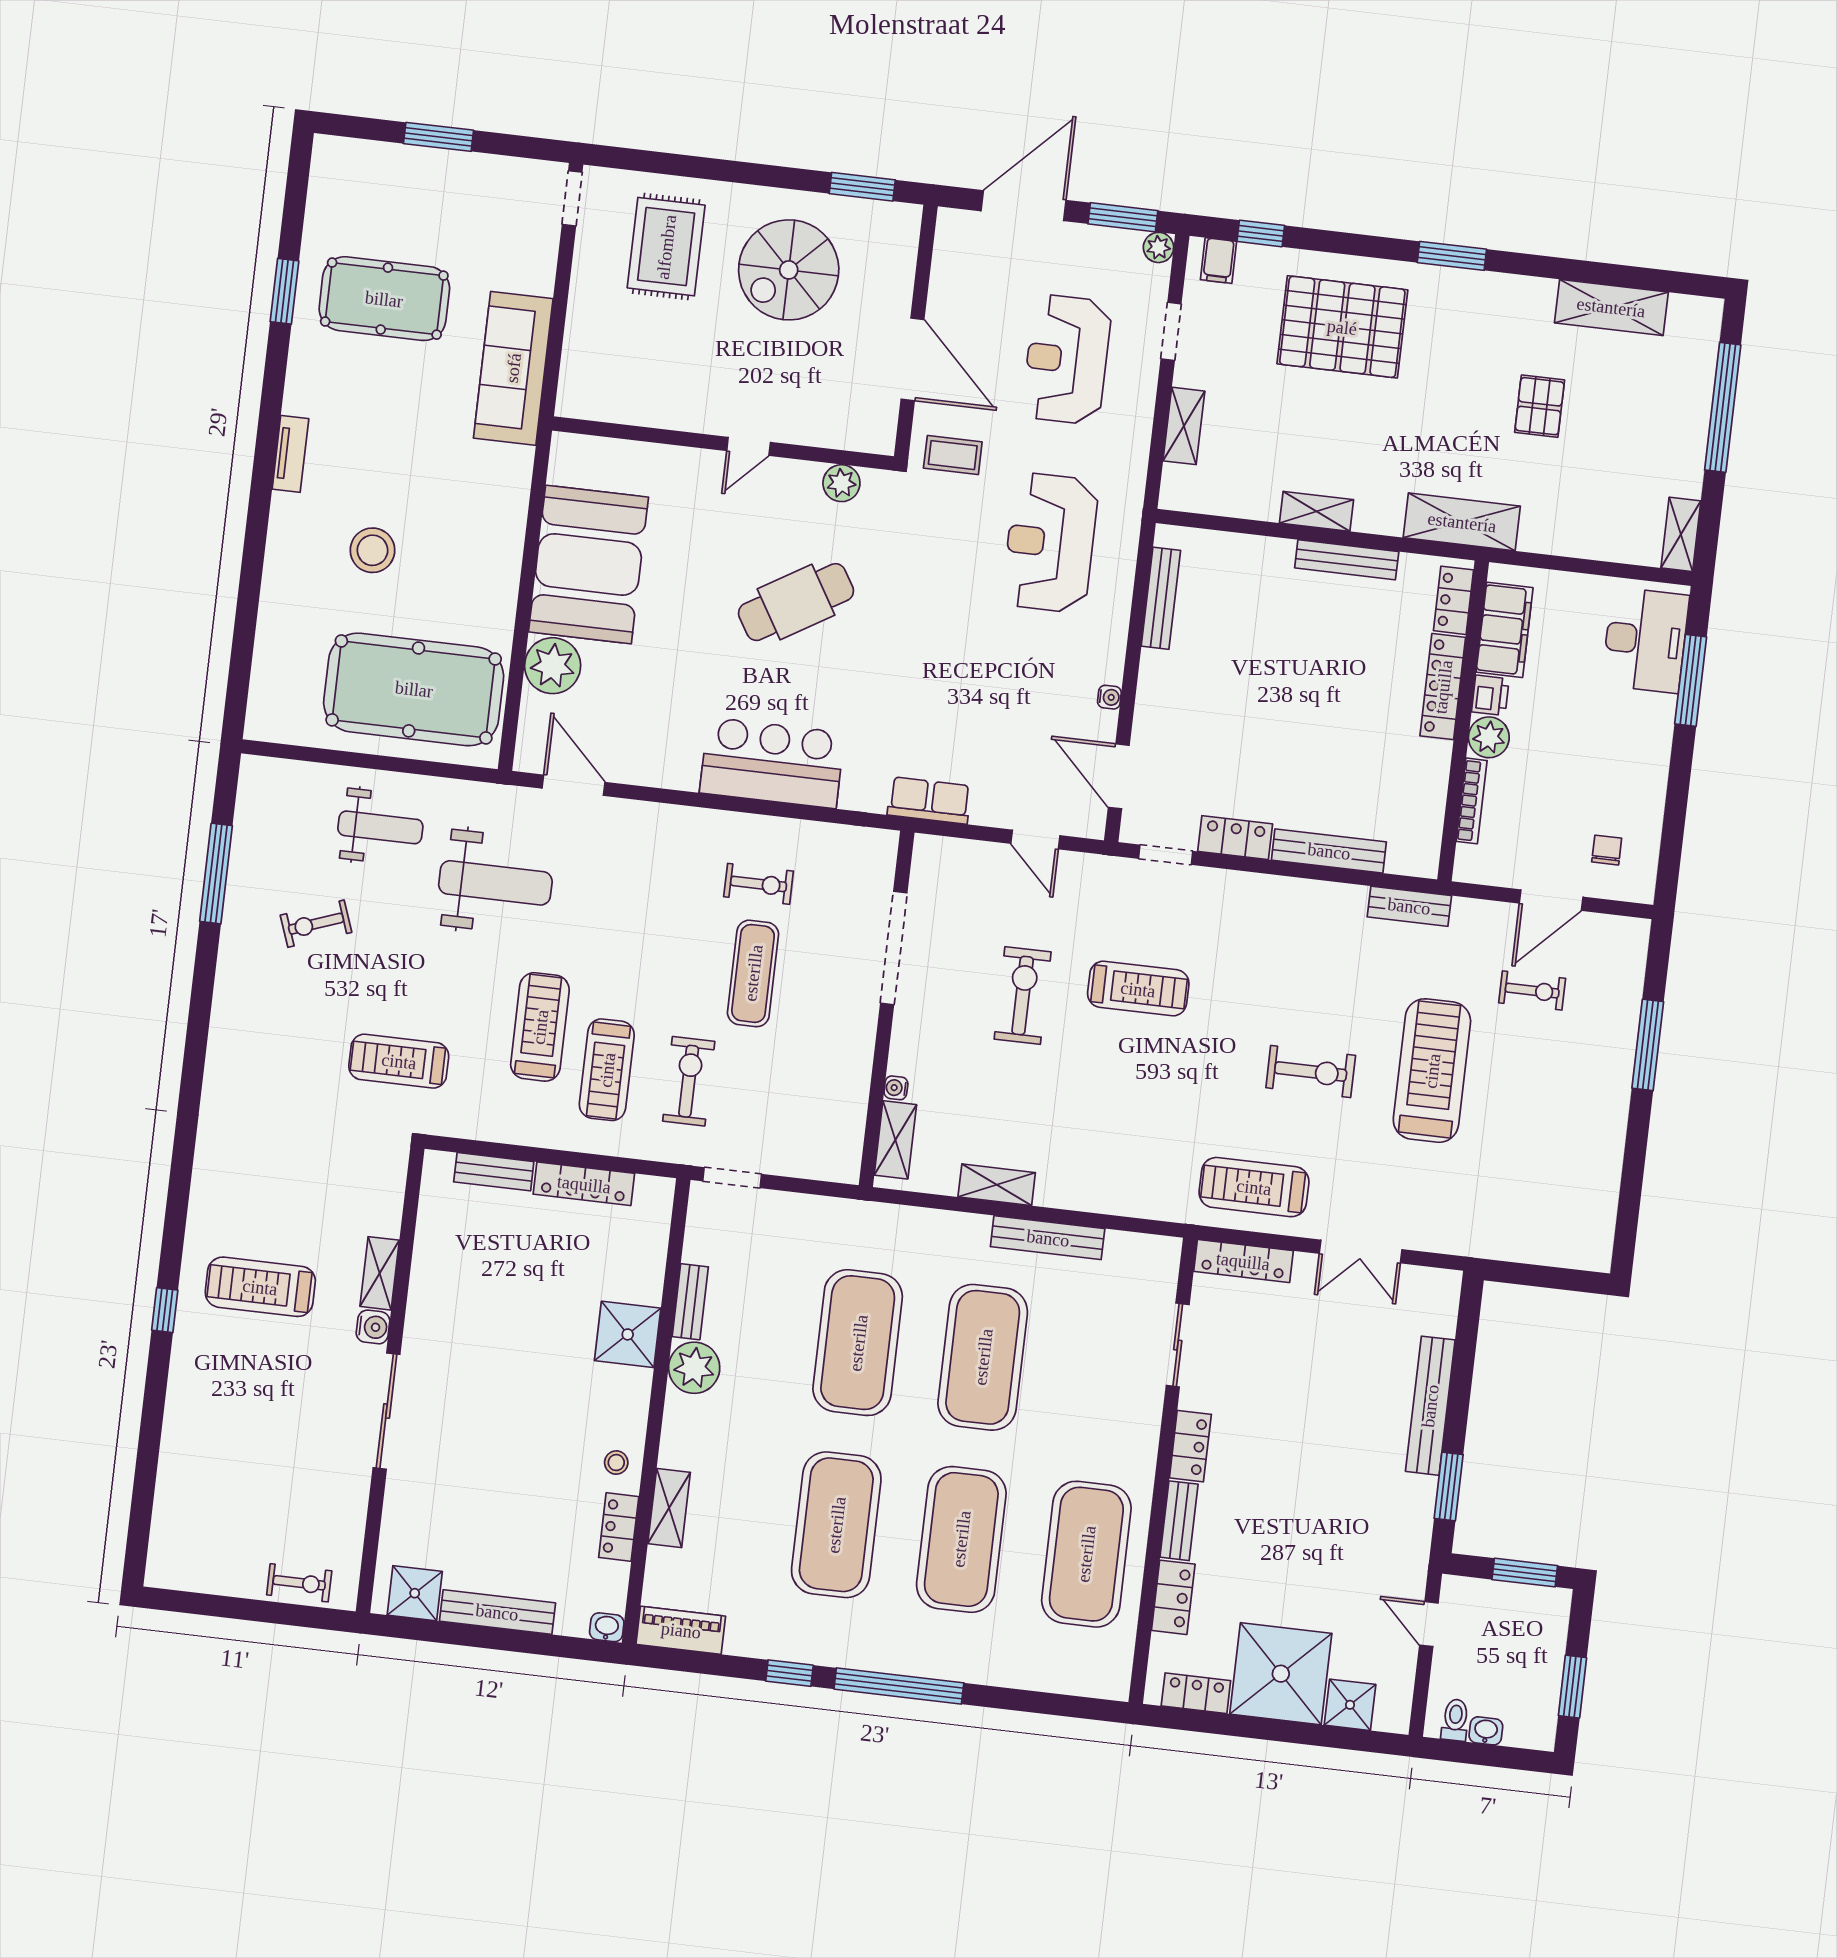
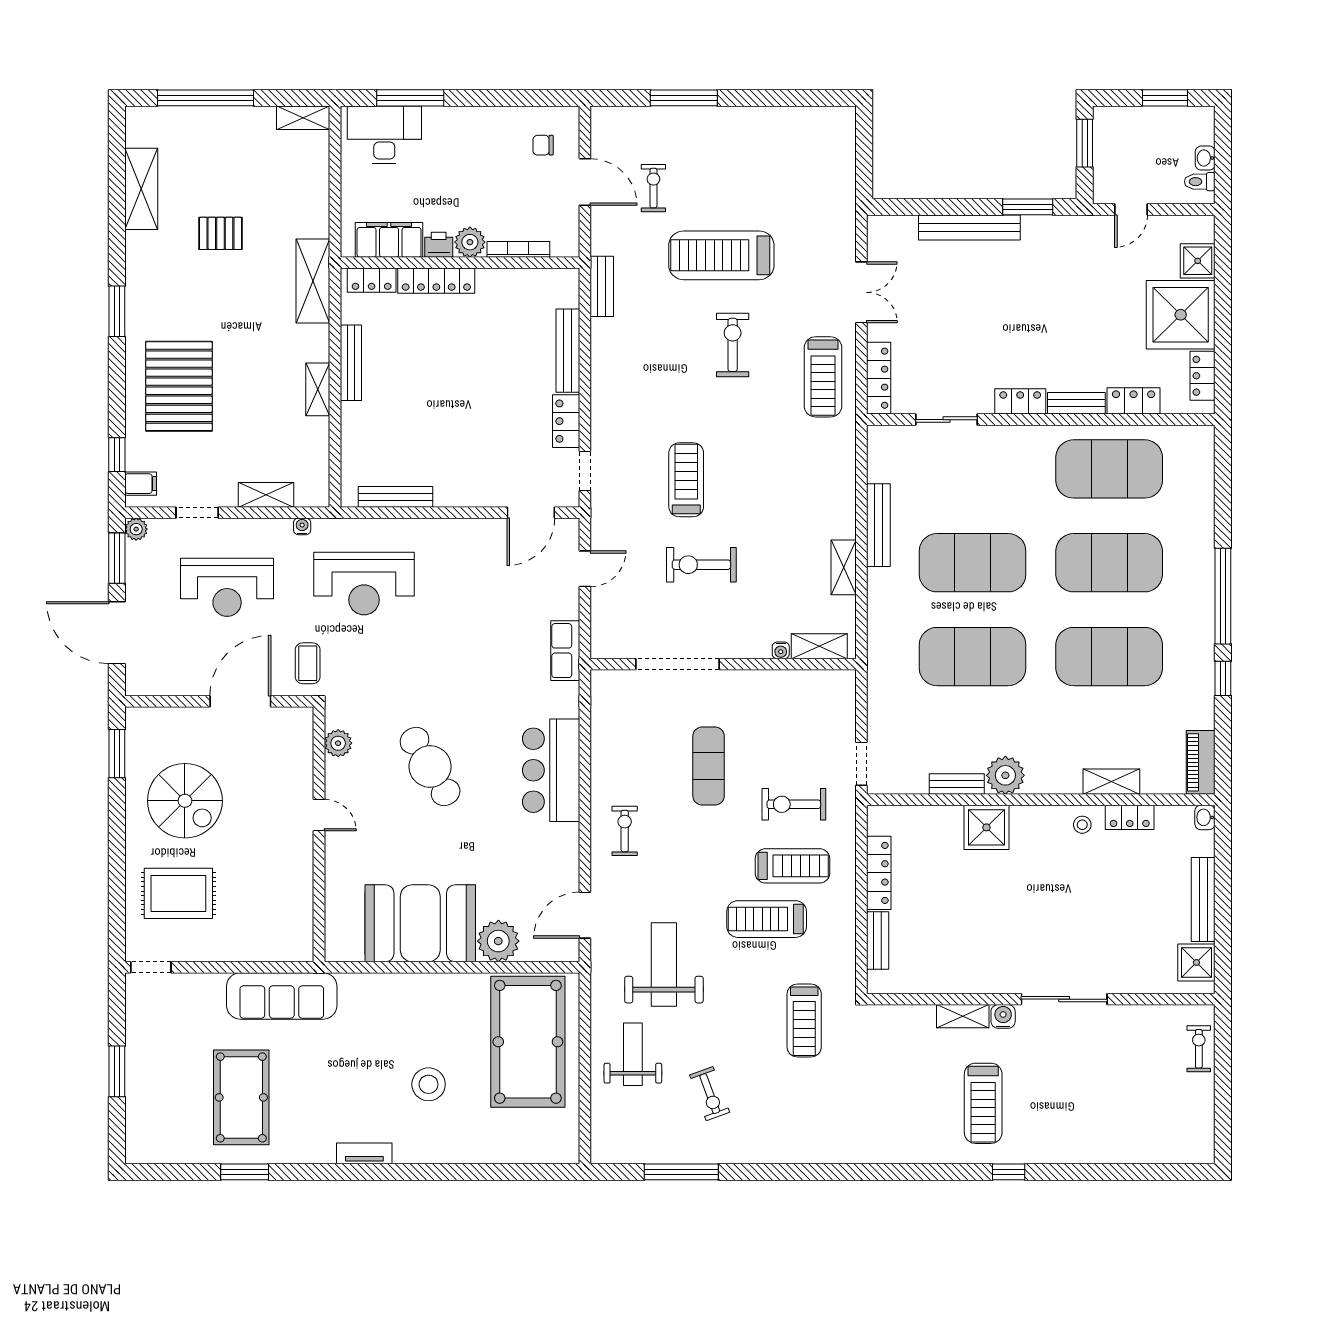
water cooler: (1109, 697) -> (302, 526), moved
exercise bike: (759, 884) -> (625, 831), moved
exercise mat: (753, 973) -> (709, 766), turned 90

